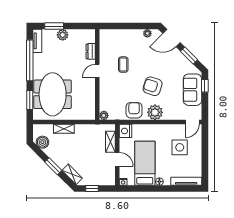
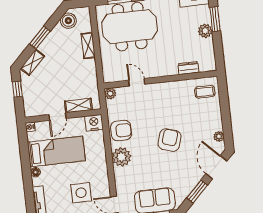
coffee table: (123, 65) -> (205, 92), moved
door: (97, 71) -> (137, 82), moved
armchair: (153, 86) -> (170, 140), moved

